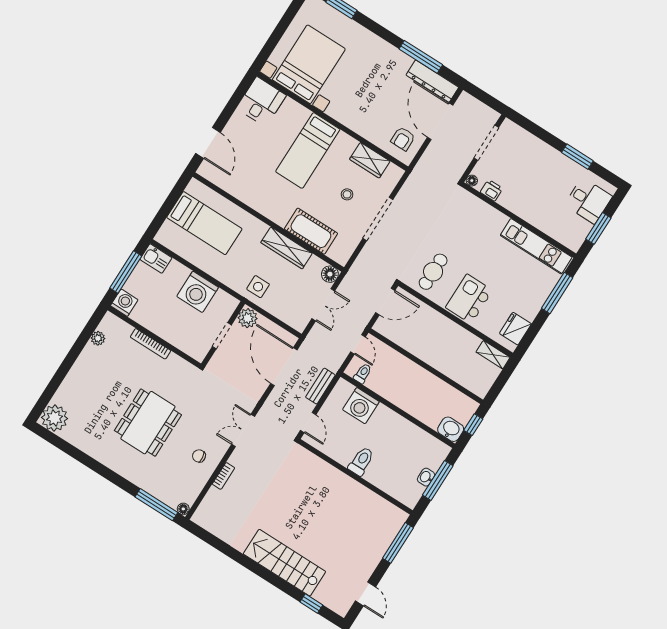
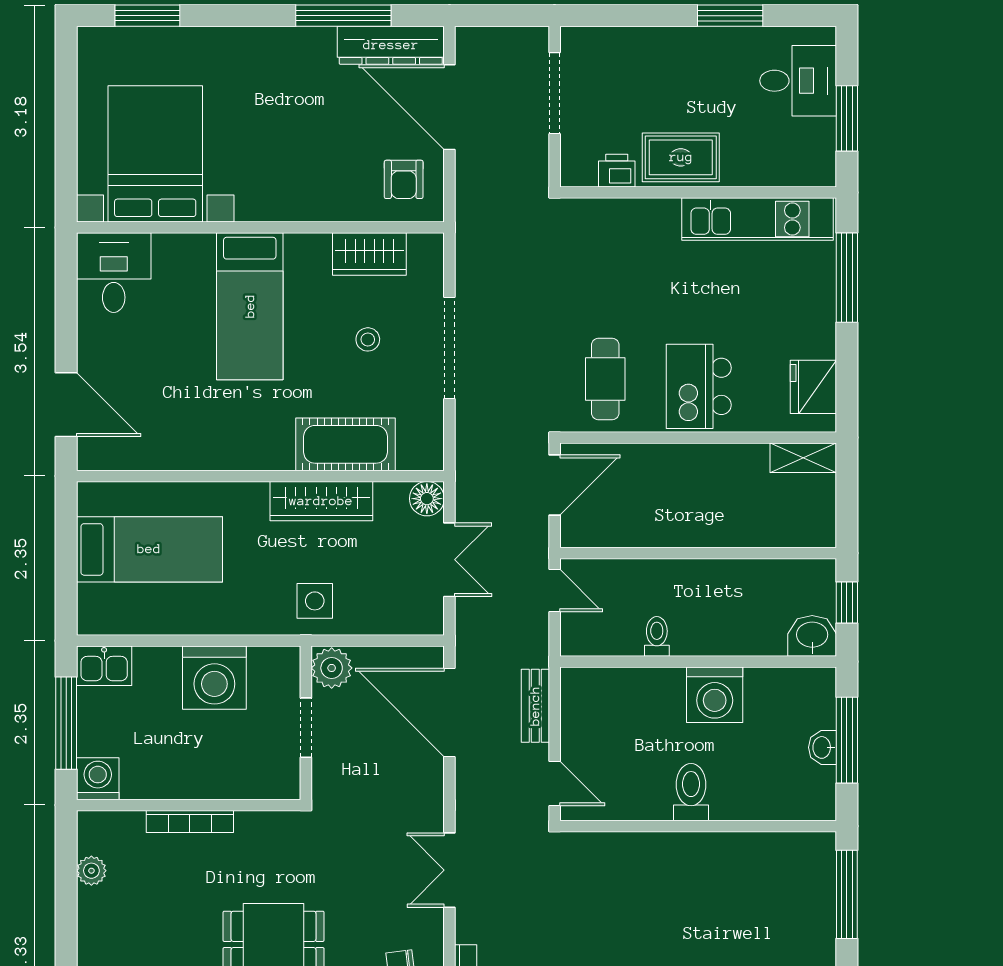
floor lamp: (472, 181) -> (571, 176), removed
rug: (521, 201) -> (681, 157), added
toilet: (363, 373) -> (657, 636), moved
washing machine: (361, 406) -> (715, 695), moved

